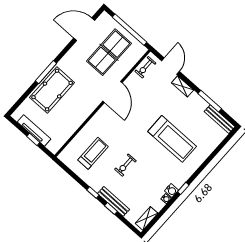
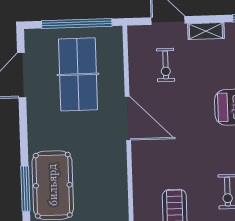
exercise bike: (145, 67) -> (166, 65), moved
window: (46, 72) -> (25, 189), moved

